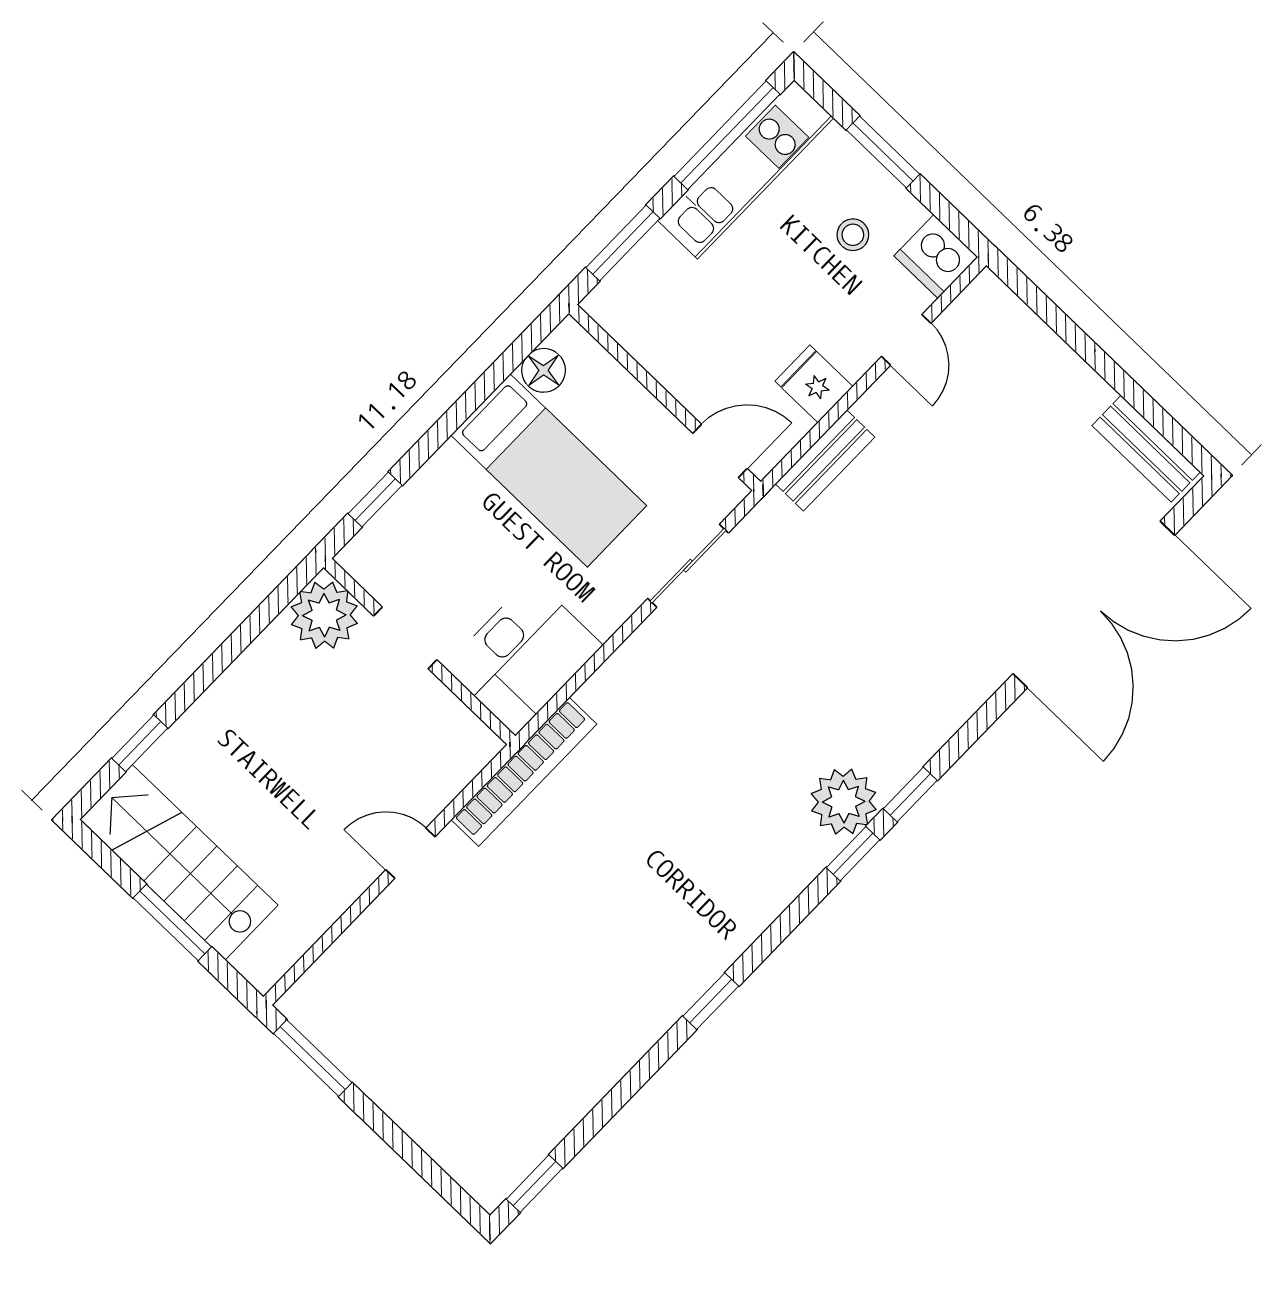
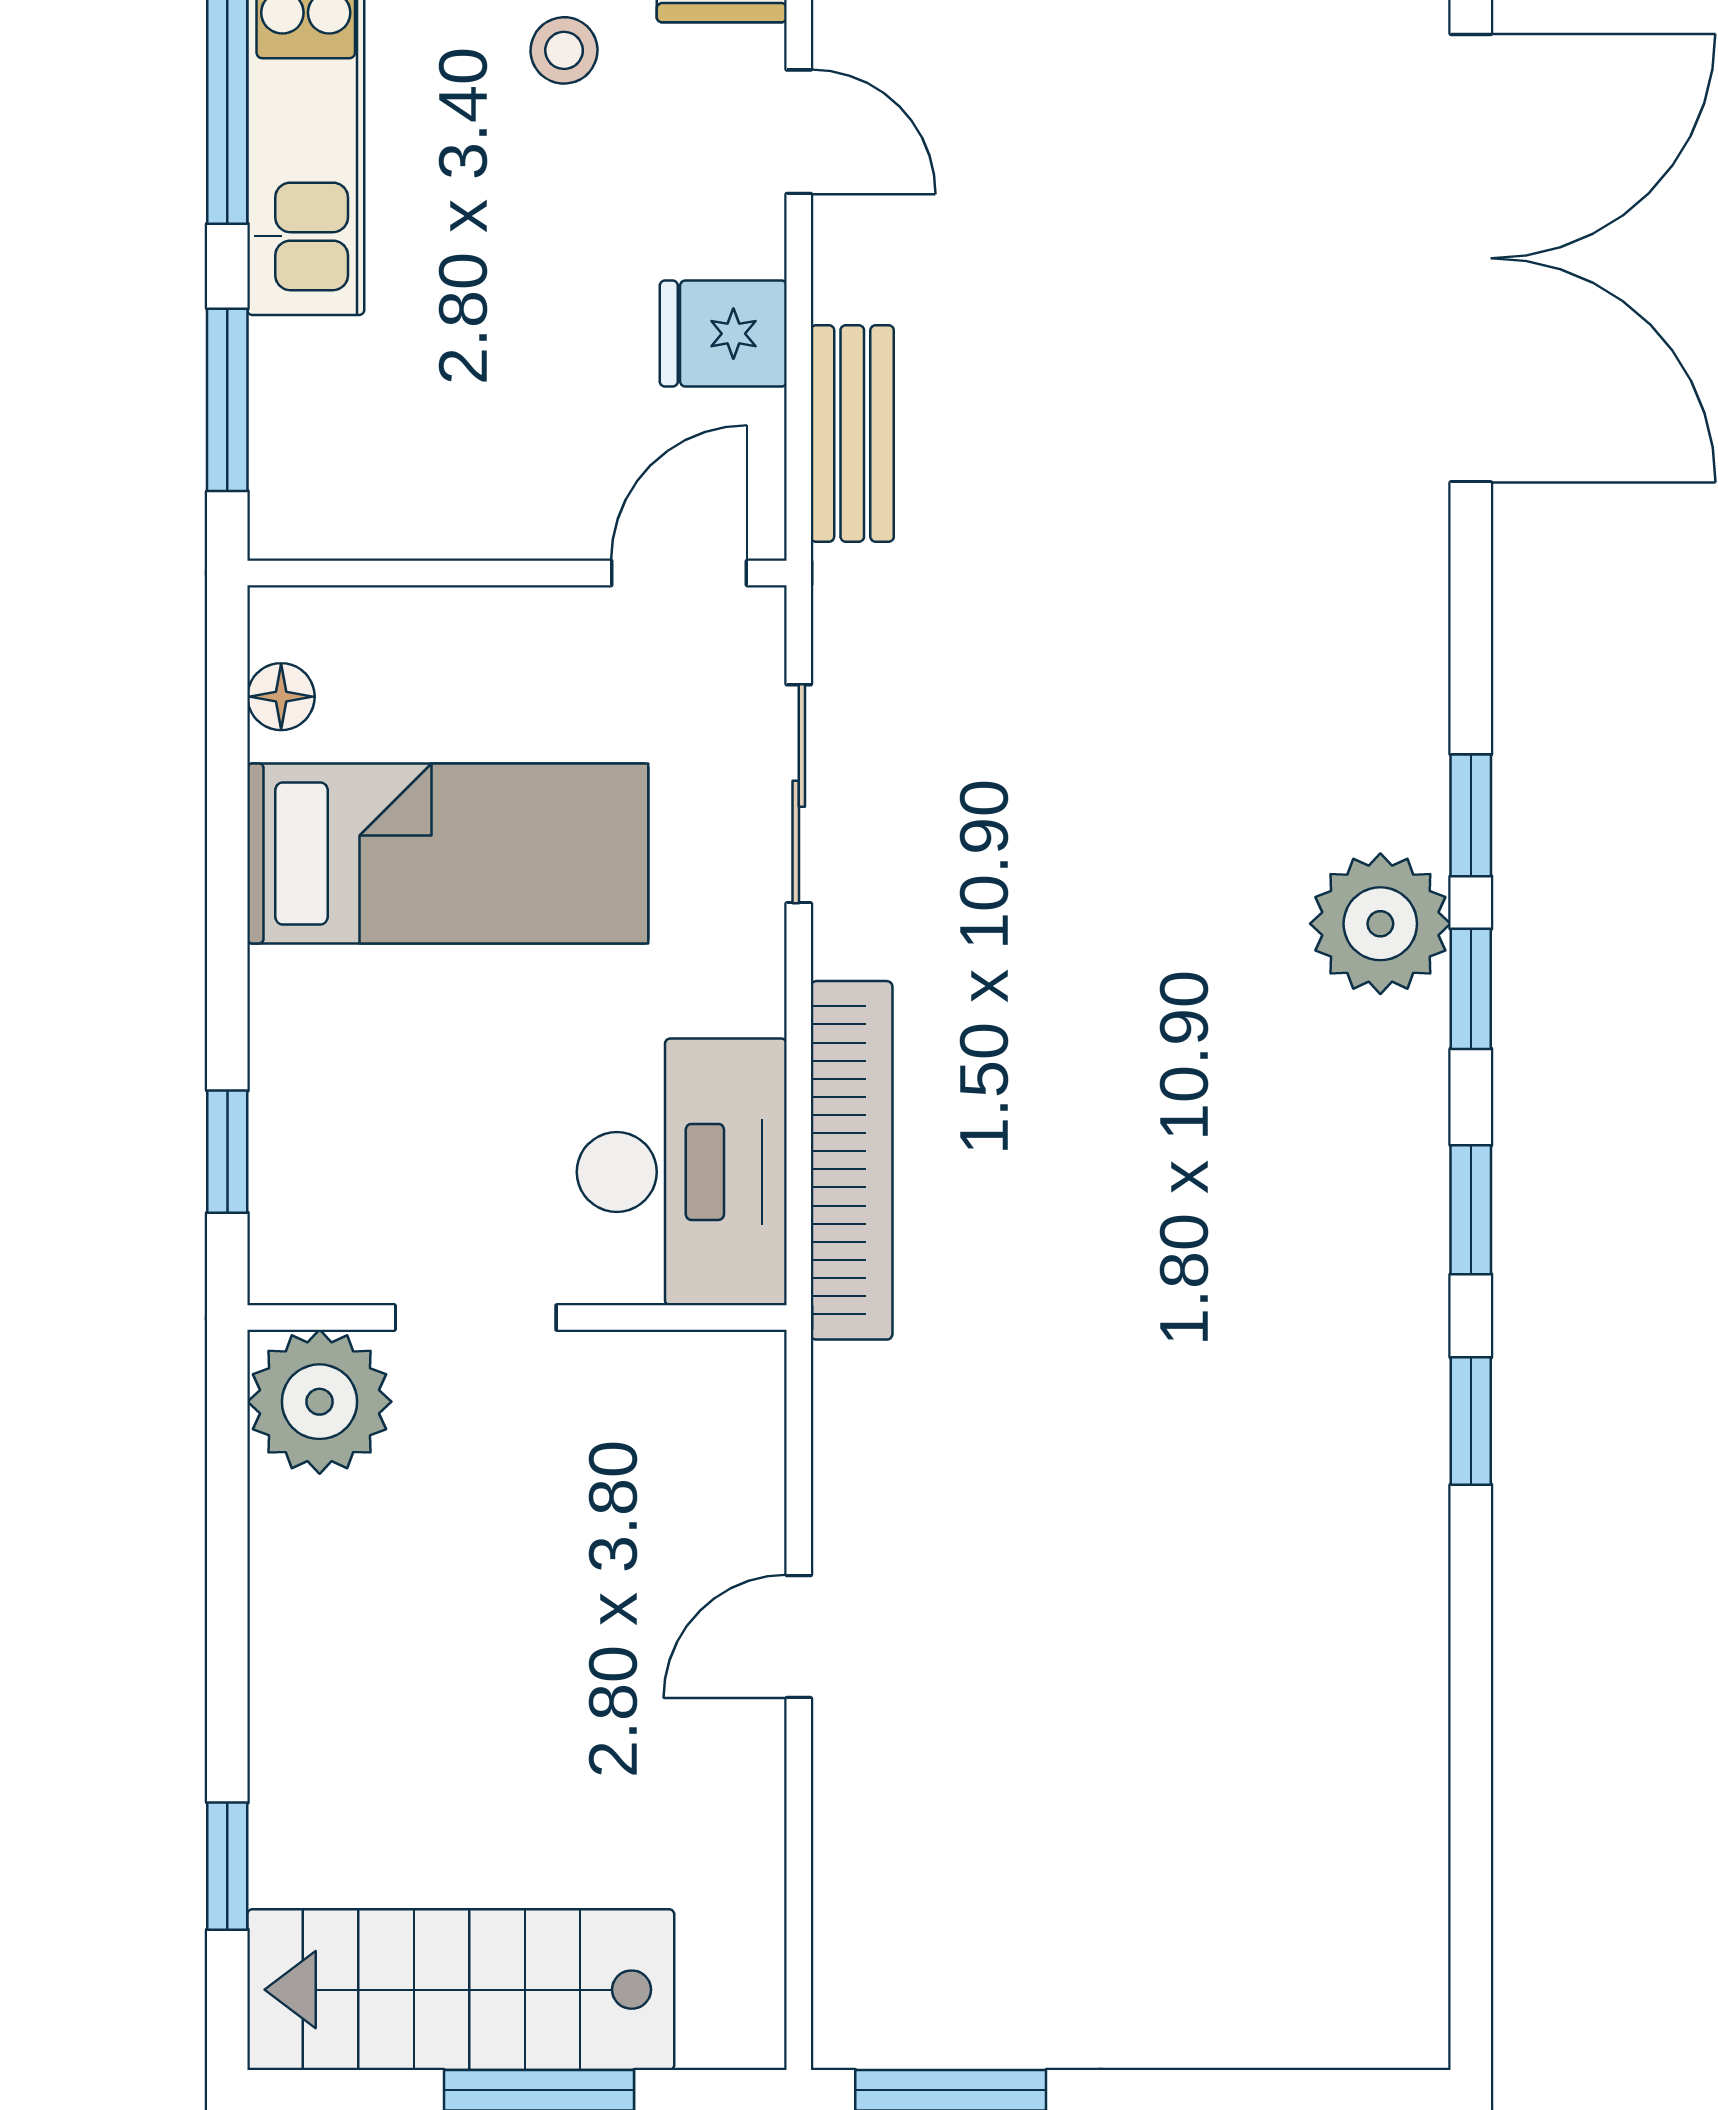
floor lamp: (544, 370) -> (281, 697), width x0.73, depth x0.73
bookcase: (524, 772) -> (852, 1160), moved
window: (534, 1184) -> (1471, 1210), moved

